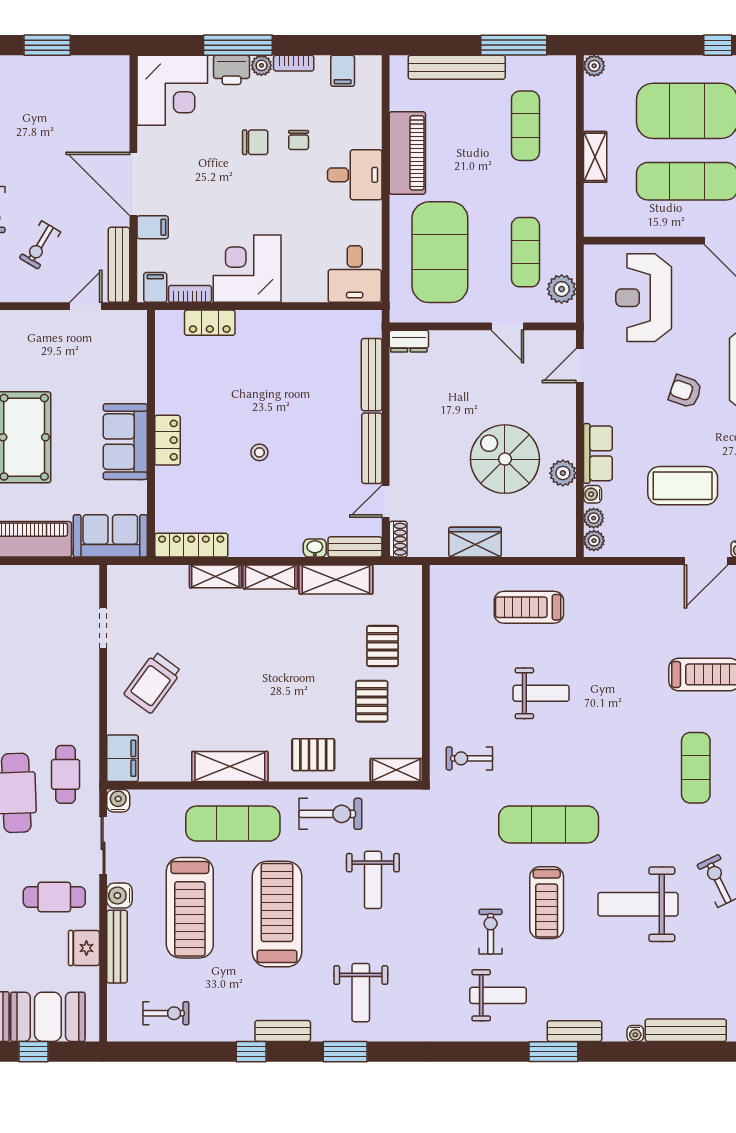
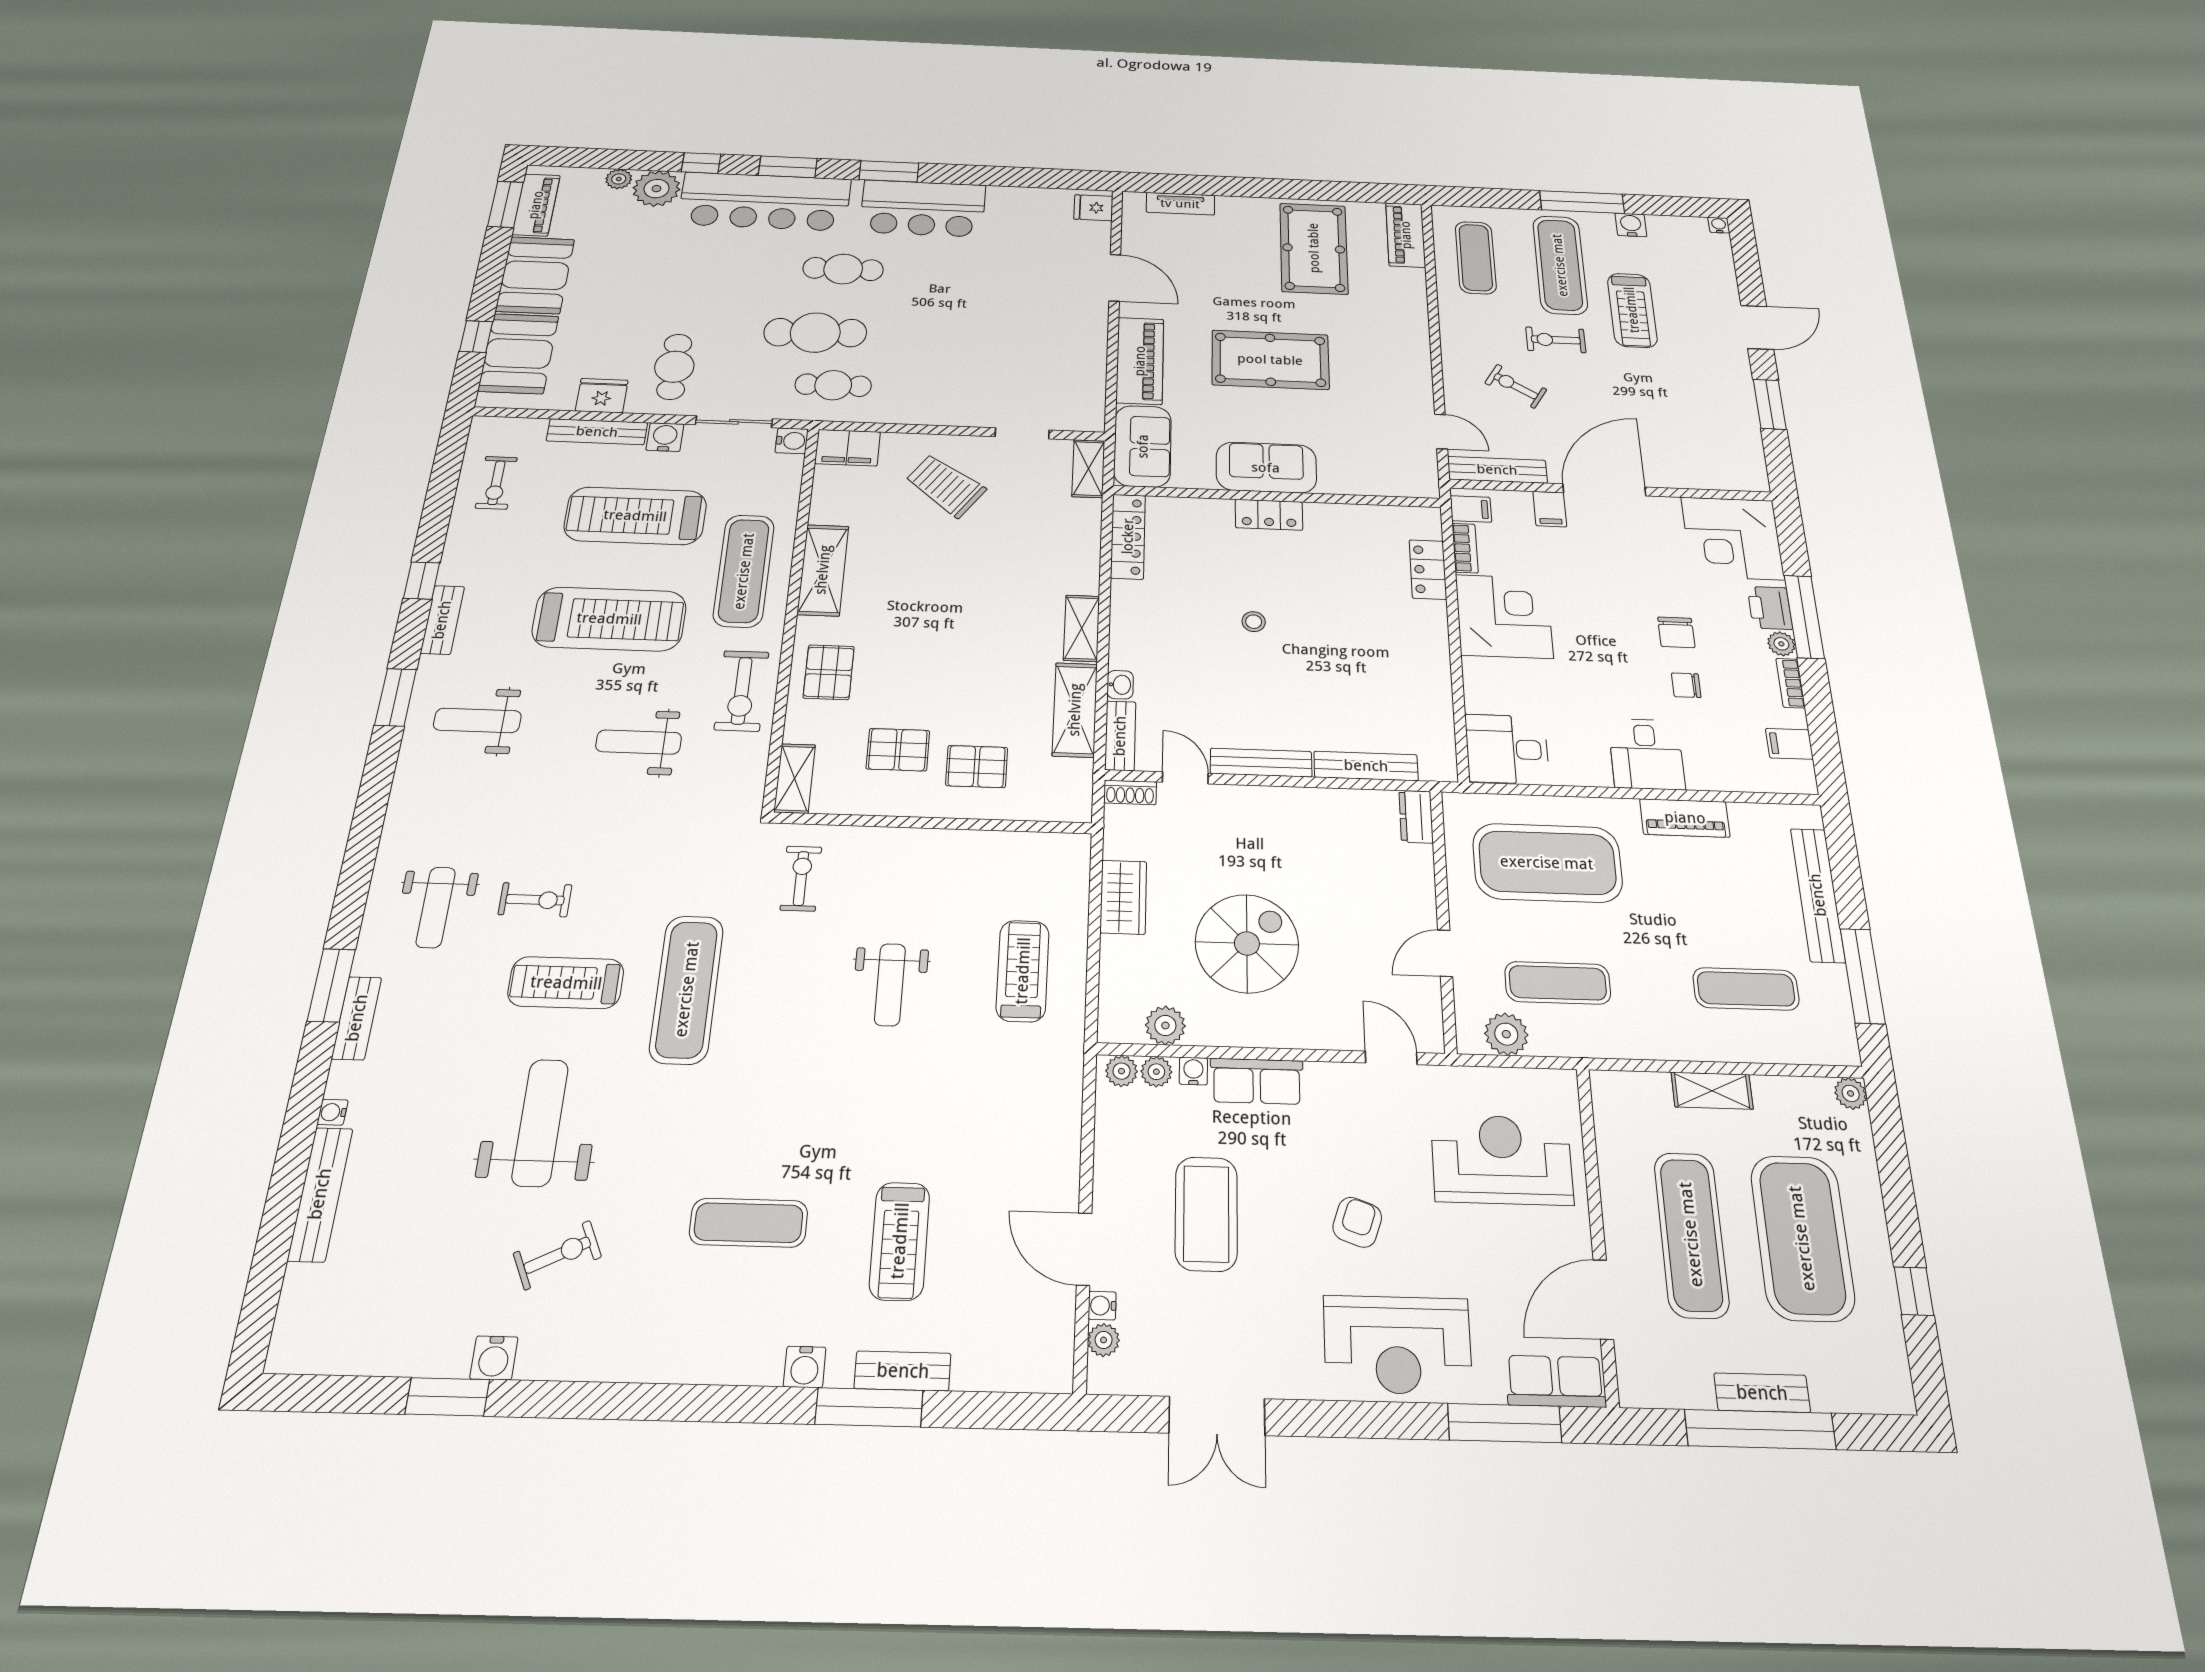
piano: (407, 153) -> (1685, 818), width x0.73, depth x0.75
plant: (563, 473) -> (1165, 1025), moved
shelving: (215, 576) -> (1088, 469), moved

